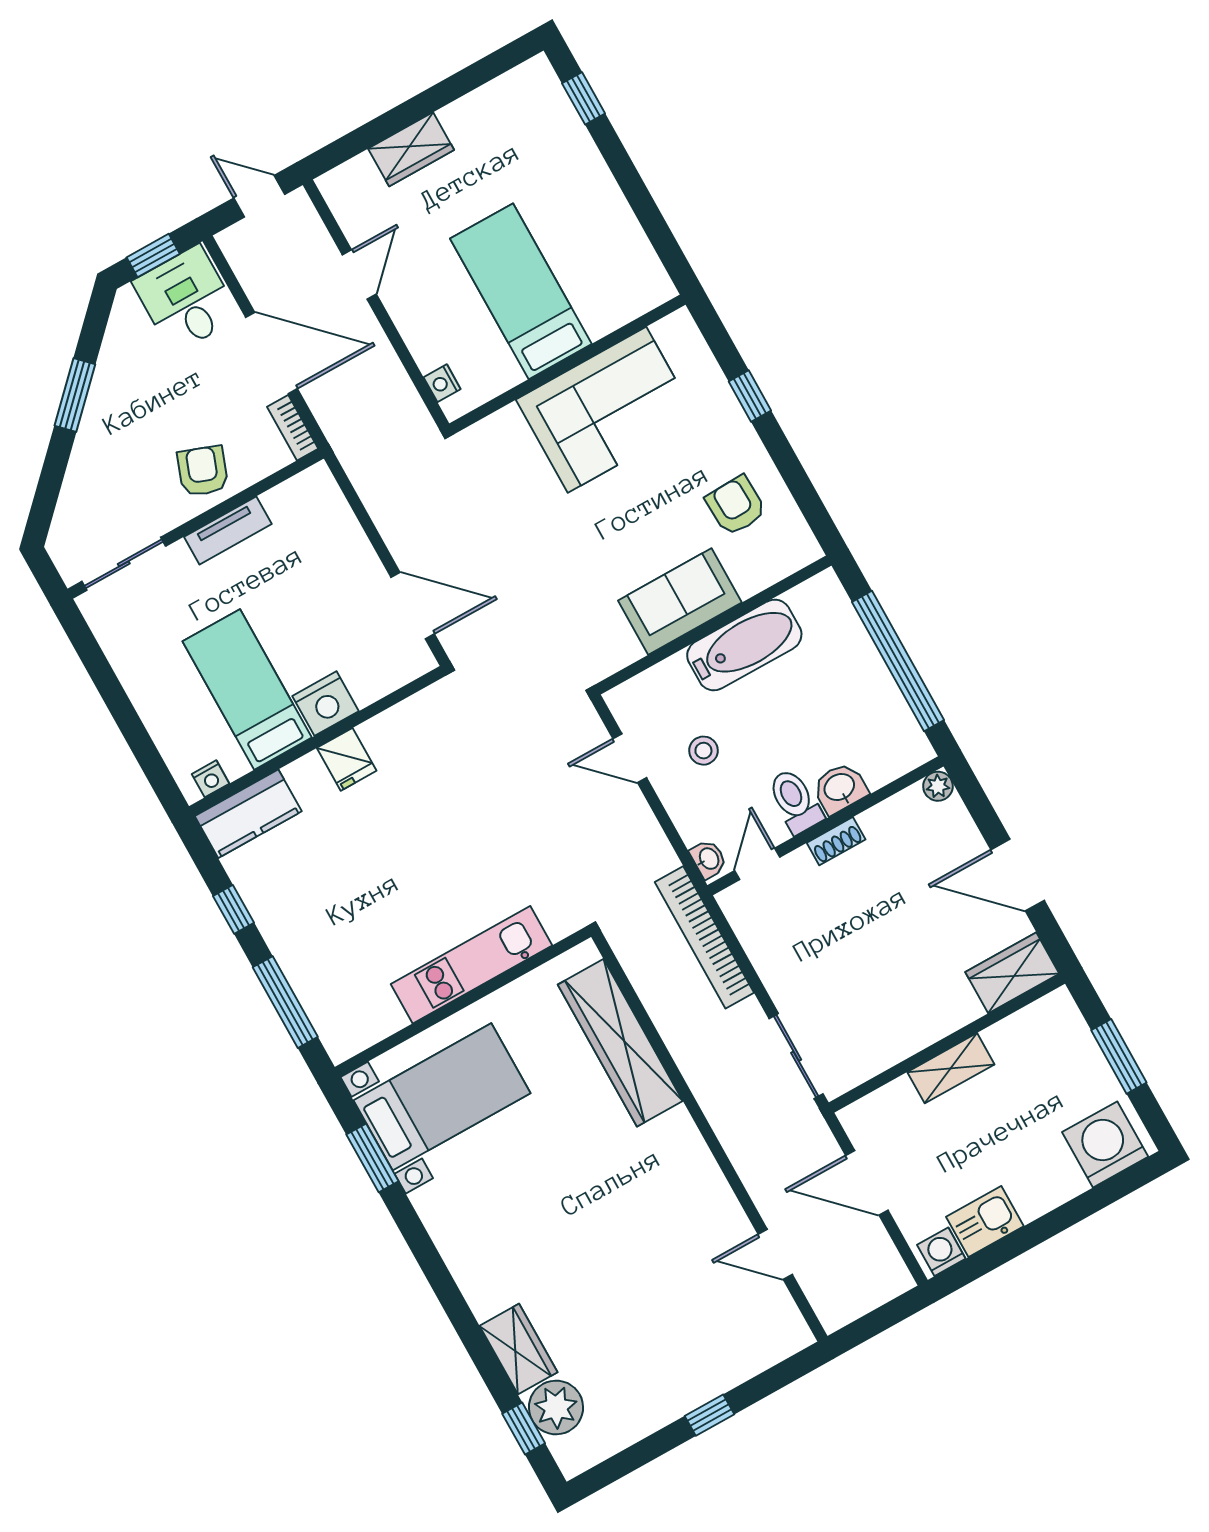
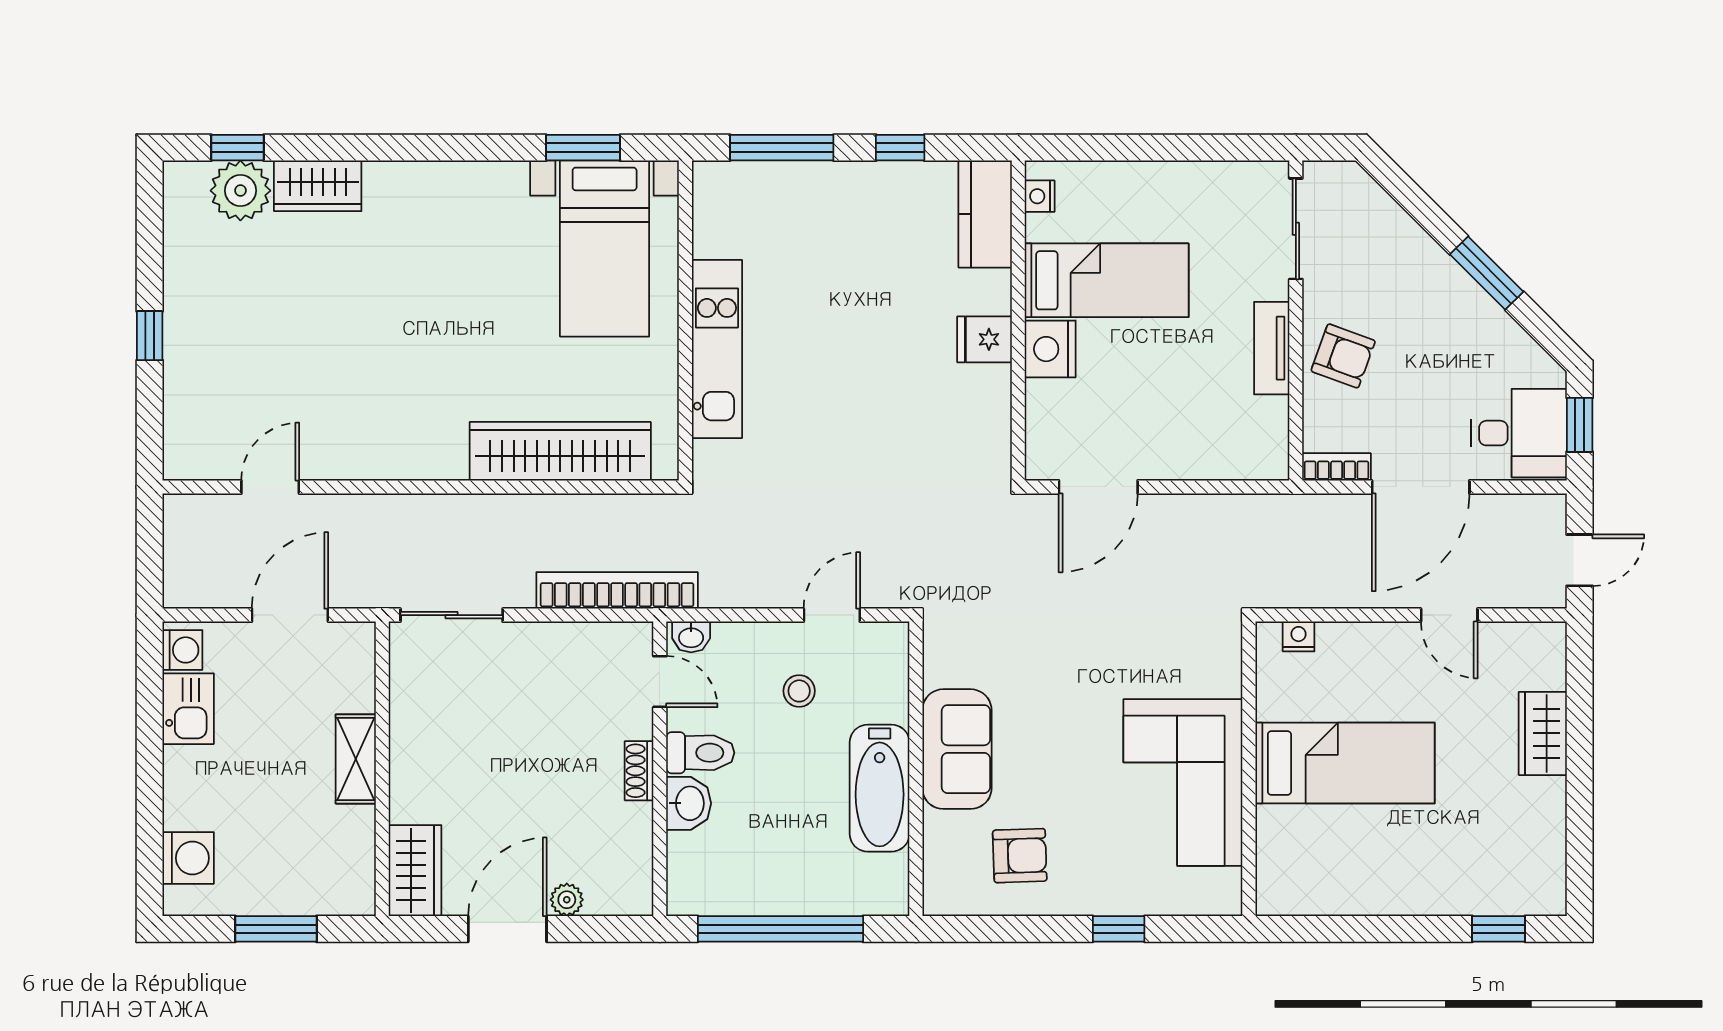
plant: (938, 786) -> (567, 900), moved
washing machine: (1105, 1144) -> (188, 858), width x0.73, depth x0.73

